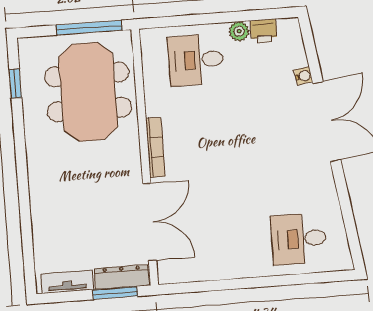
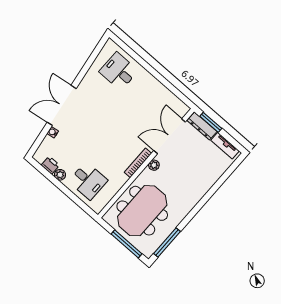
window: (89, 28) -> (127, 244), moved
window: (15, 83) -> (167, 243), width x2.17
plant: (132, 165) -> (154, 165), added
desk: (299, 239) -> (119, 71), turned 180

